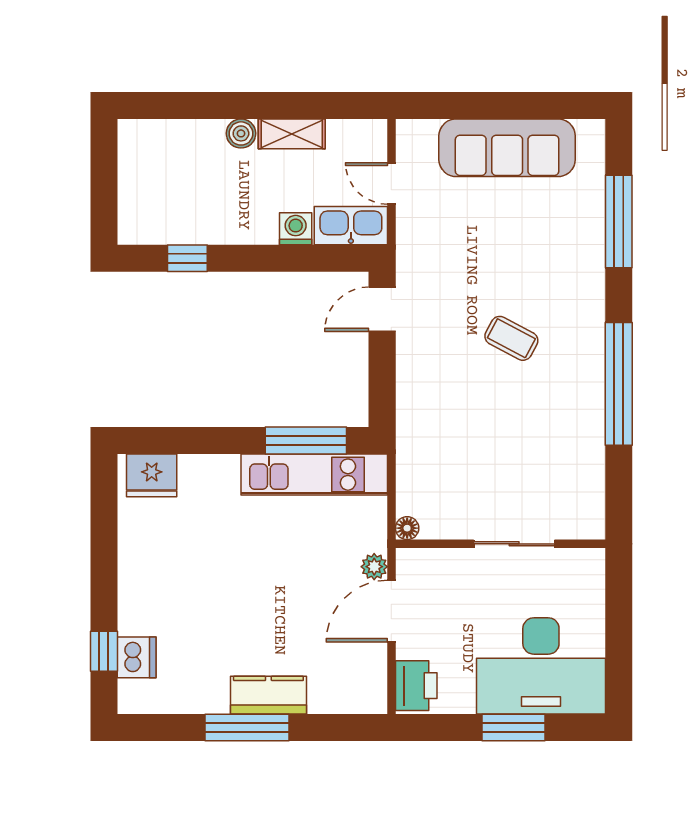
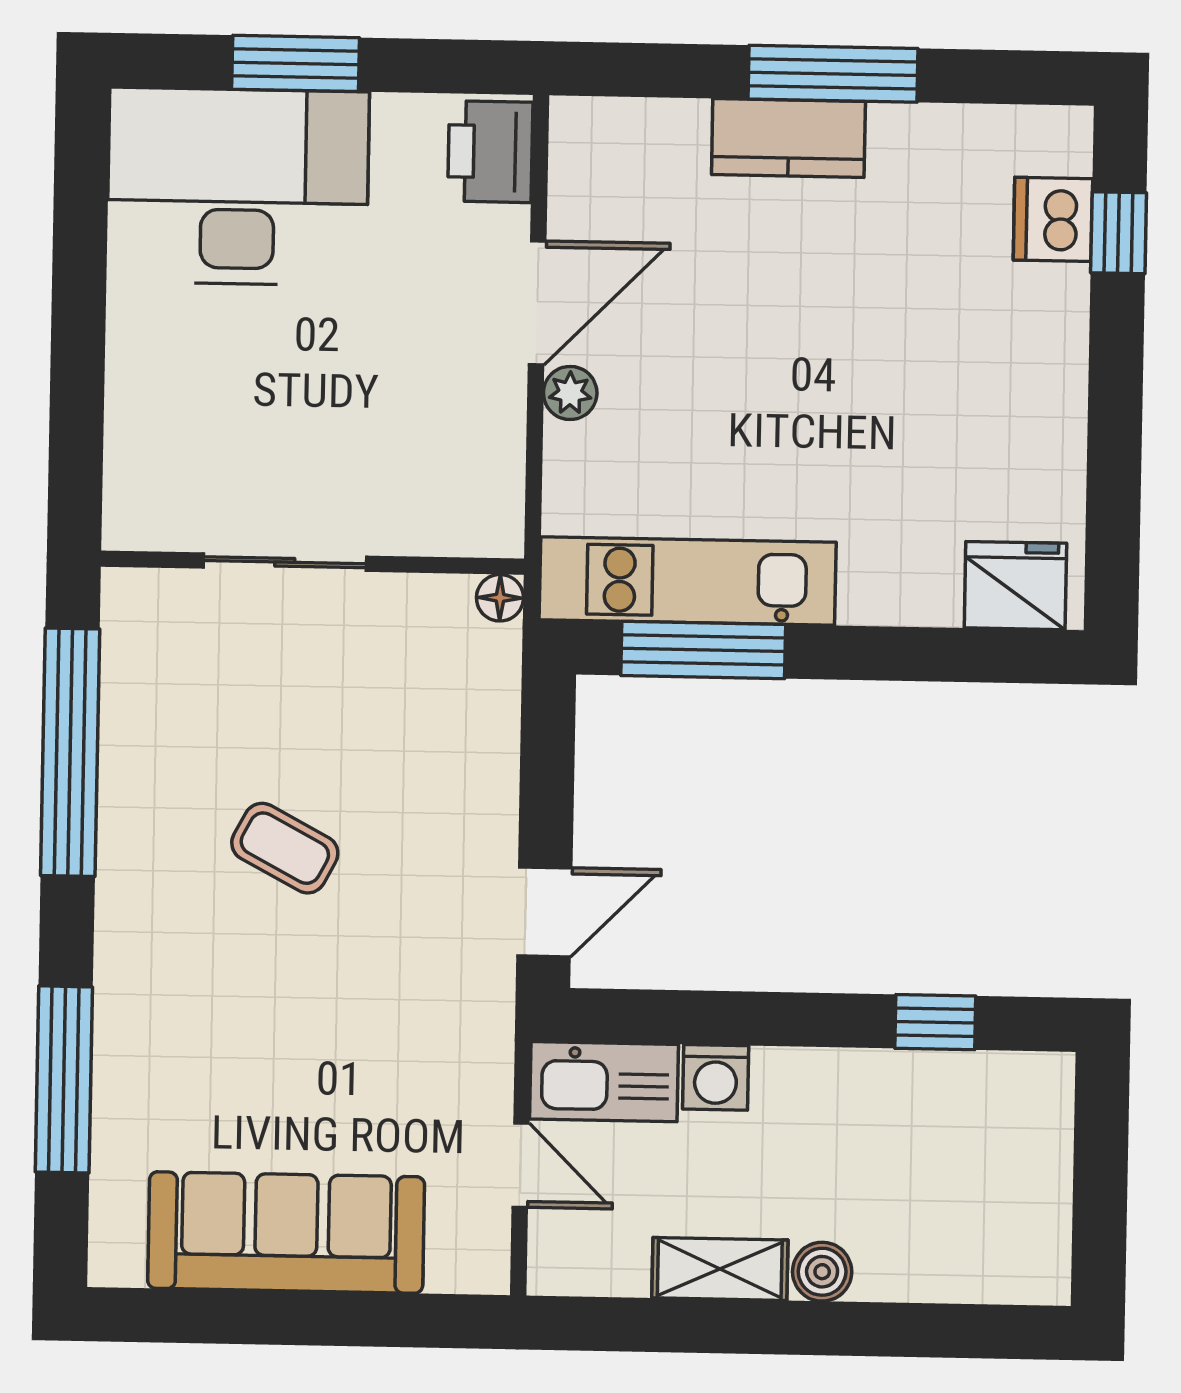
floor lamp: (407, 528) -> (500, 598), moved
wall: (500, 544) -> (312, 563), moved
sliding door: (514, 544) -> (285, 562), moved

